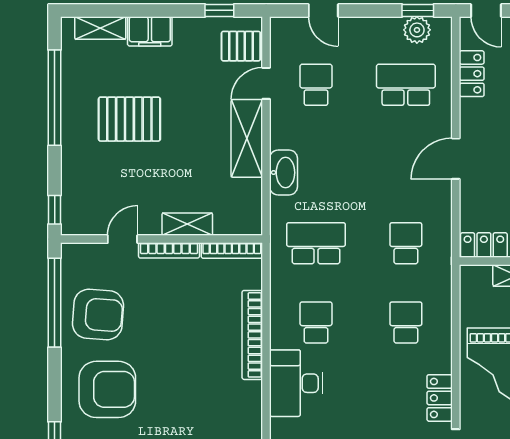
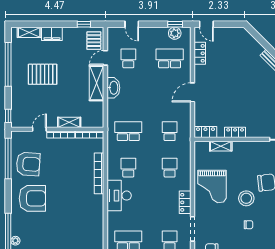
pallet: (241, 46) -> (94, 41), turned 90
washbasin: (284, 173) -> (113, 88), moved

